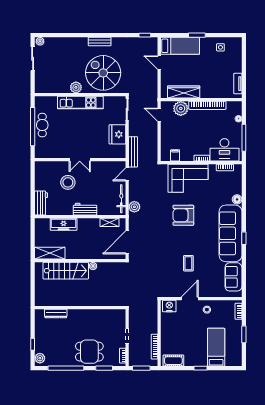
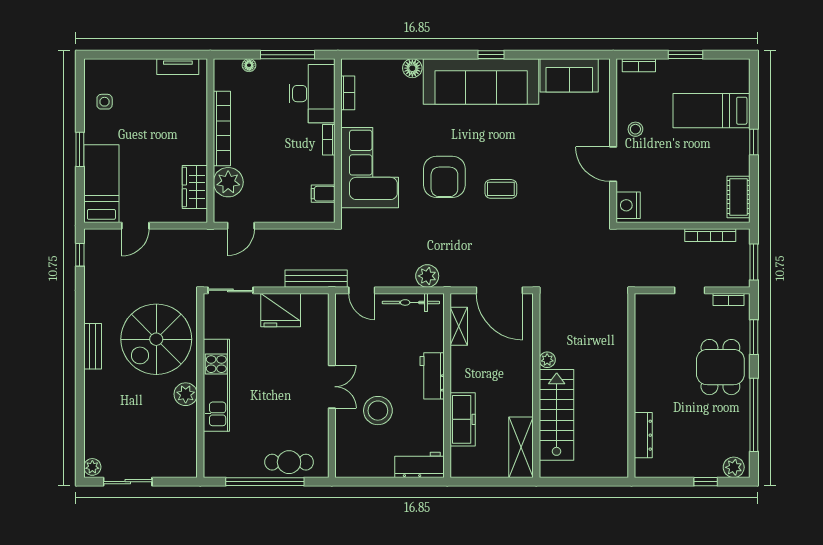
wardrobe: (184, 92) -> (195, 187), width x0.67
cafe table: (42, 125) -> (289, 462), moved
coffee table: (188, 263) -> (501, 189), moved

